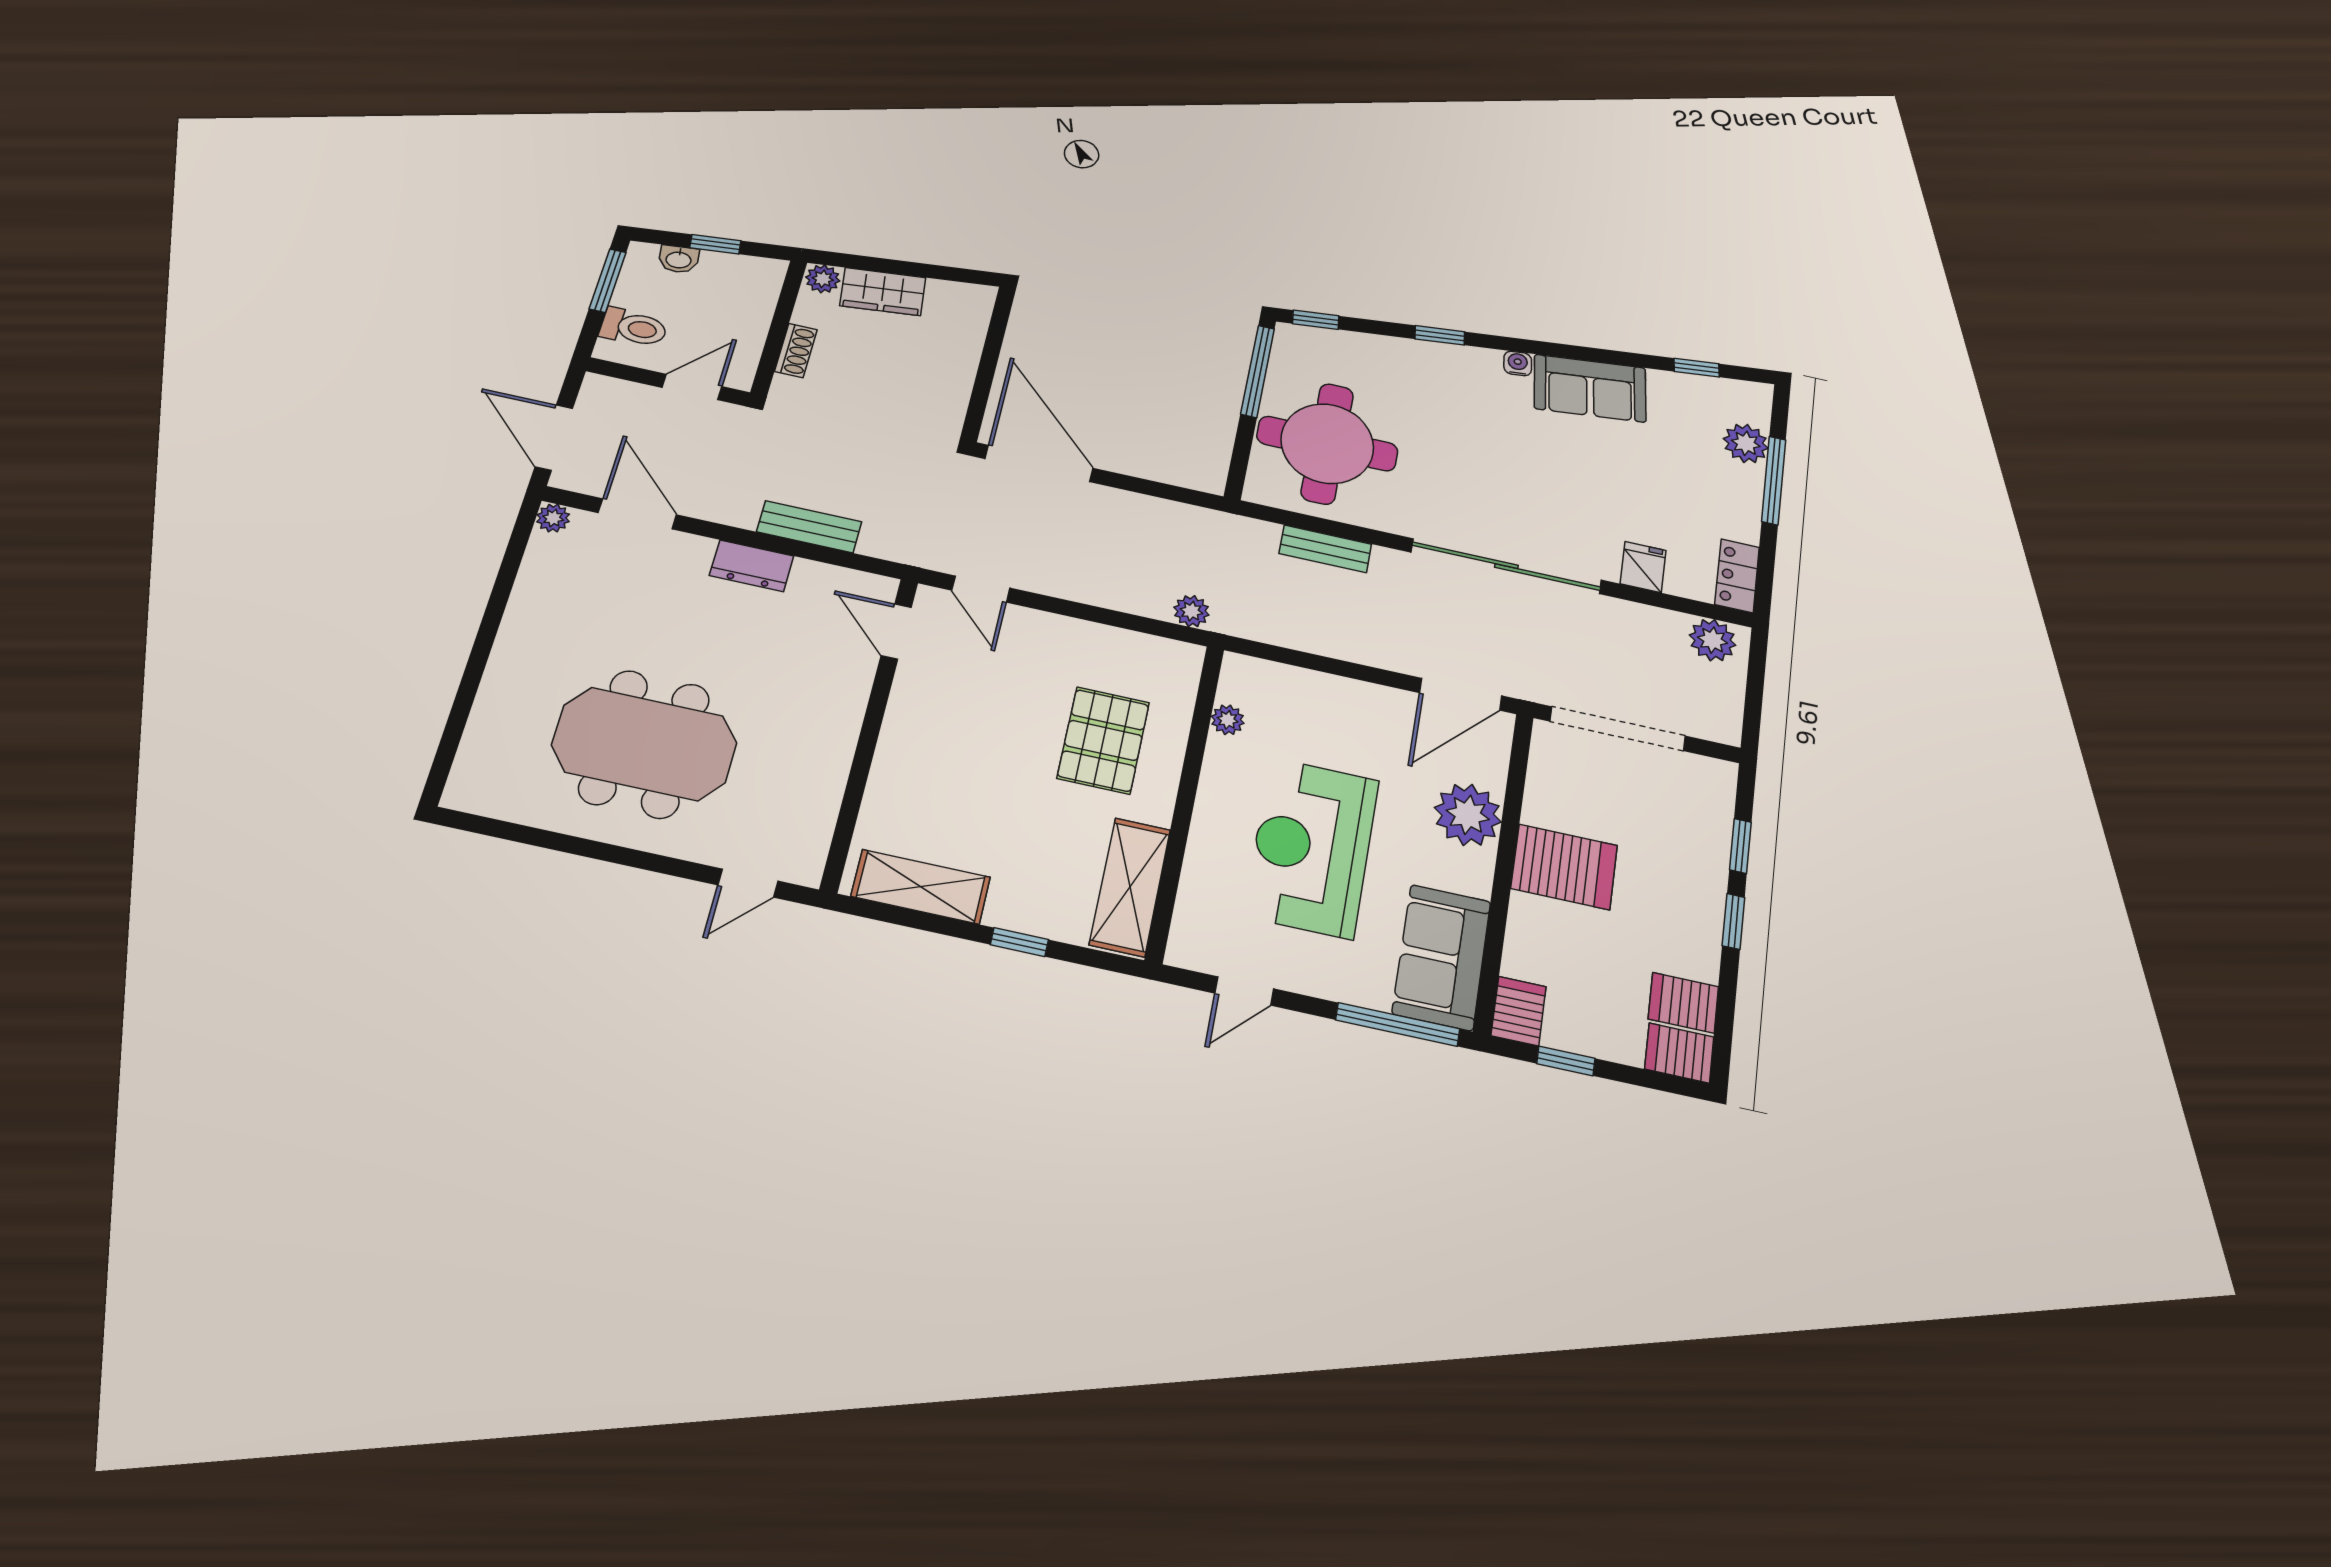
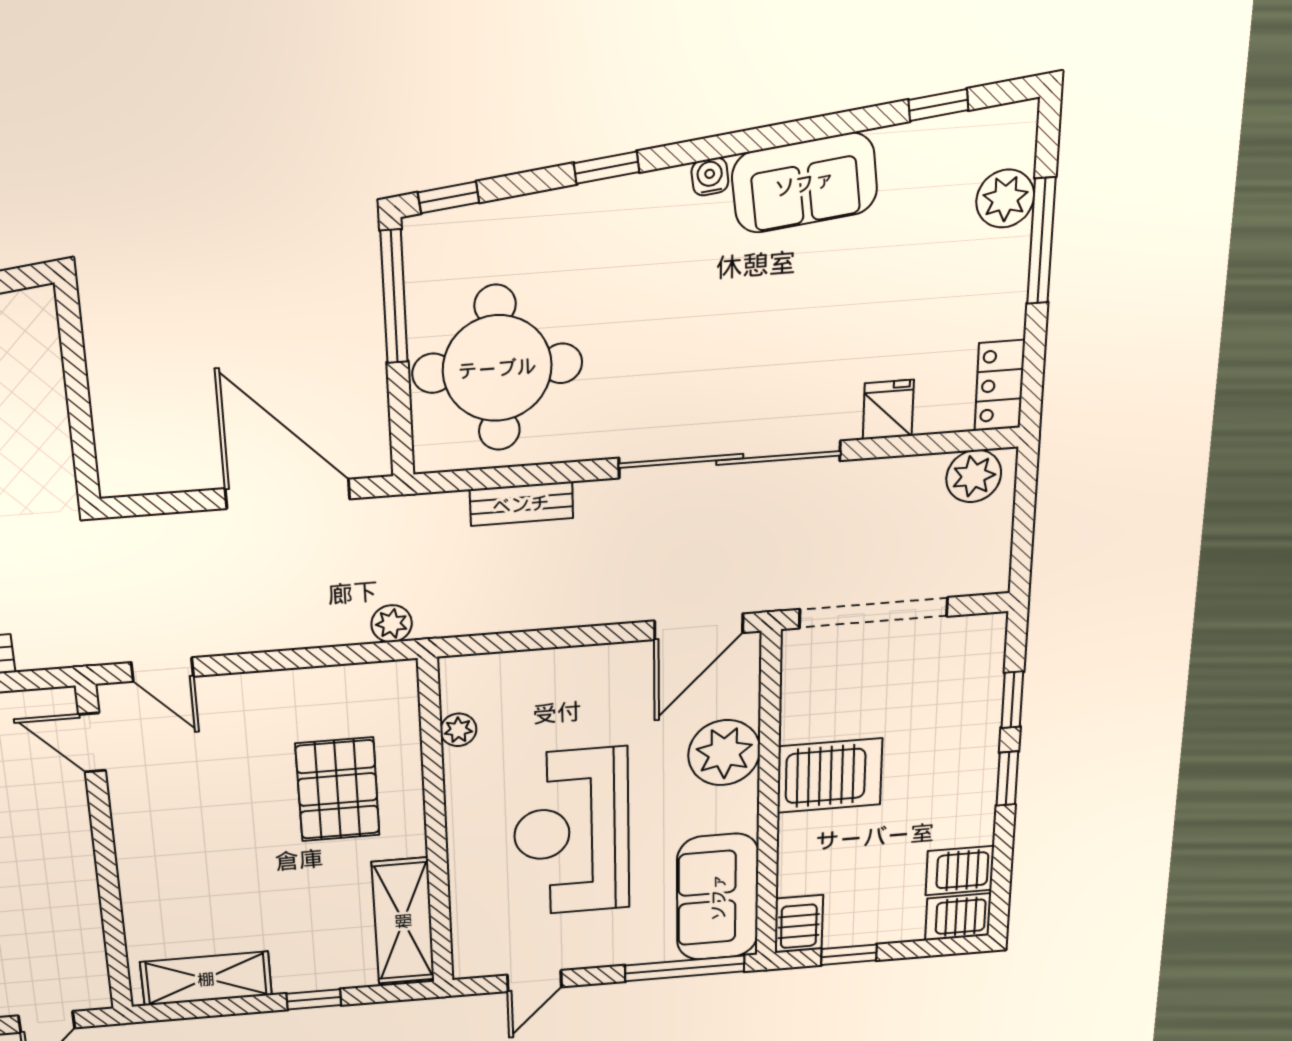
door: (1039, 463) -> (288, 494), moved

